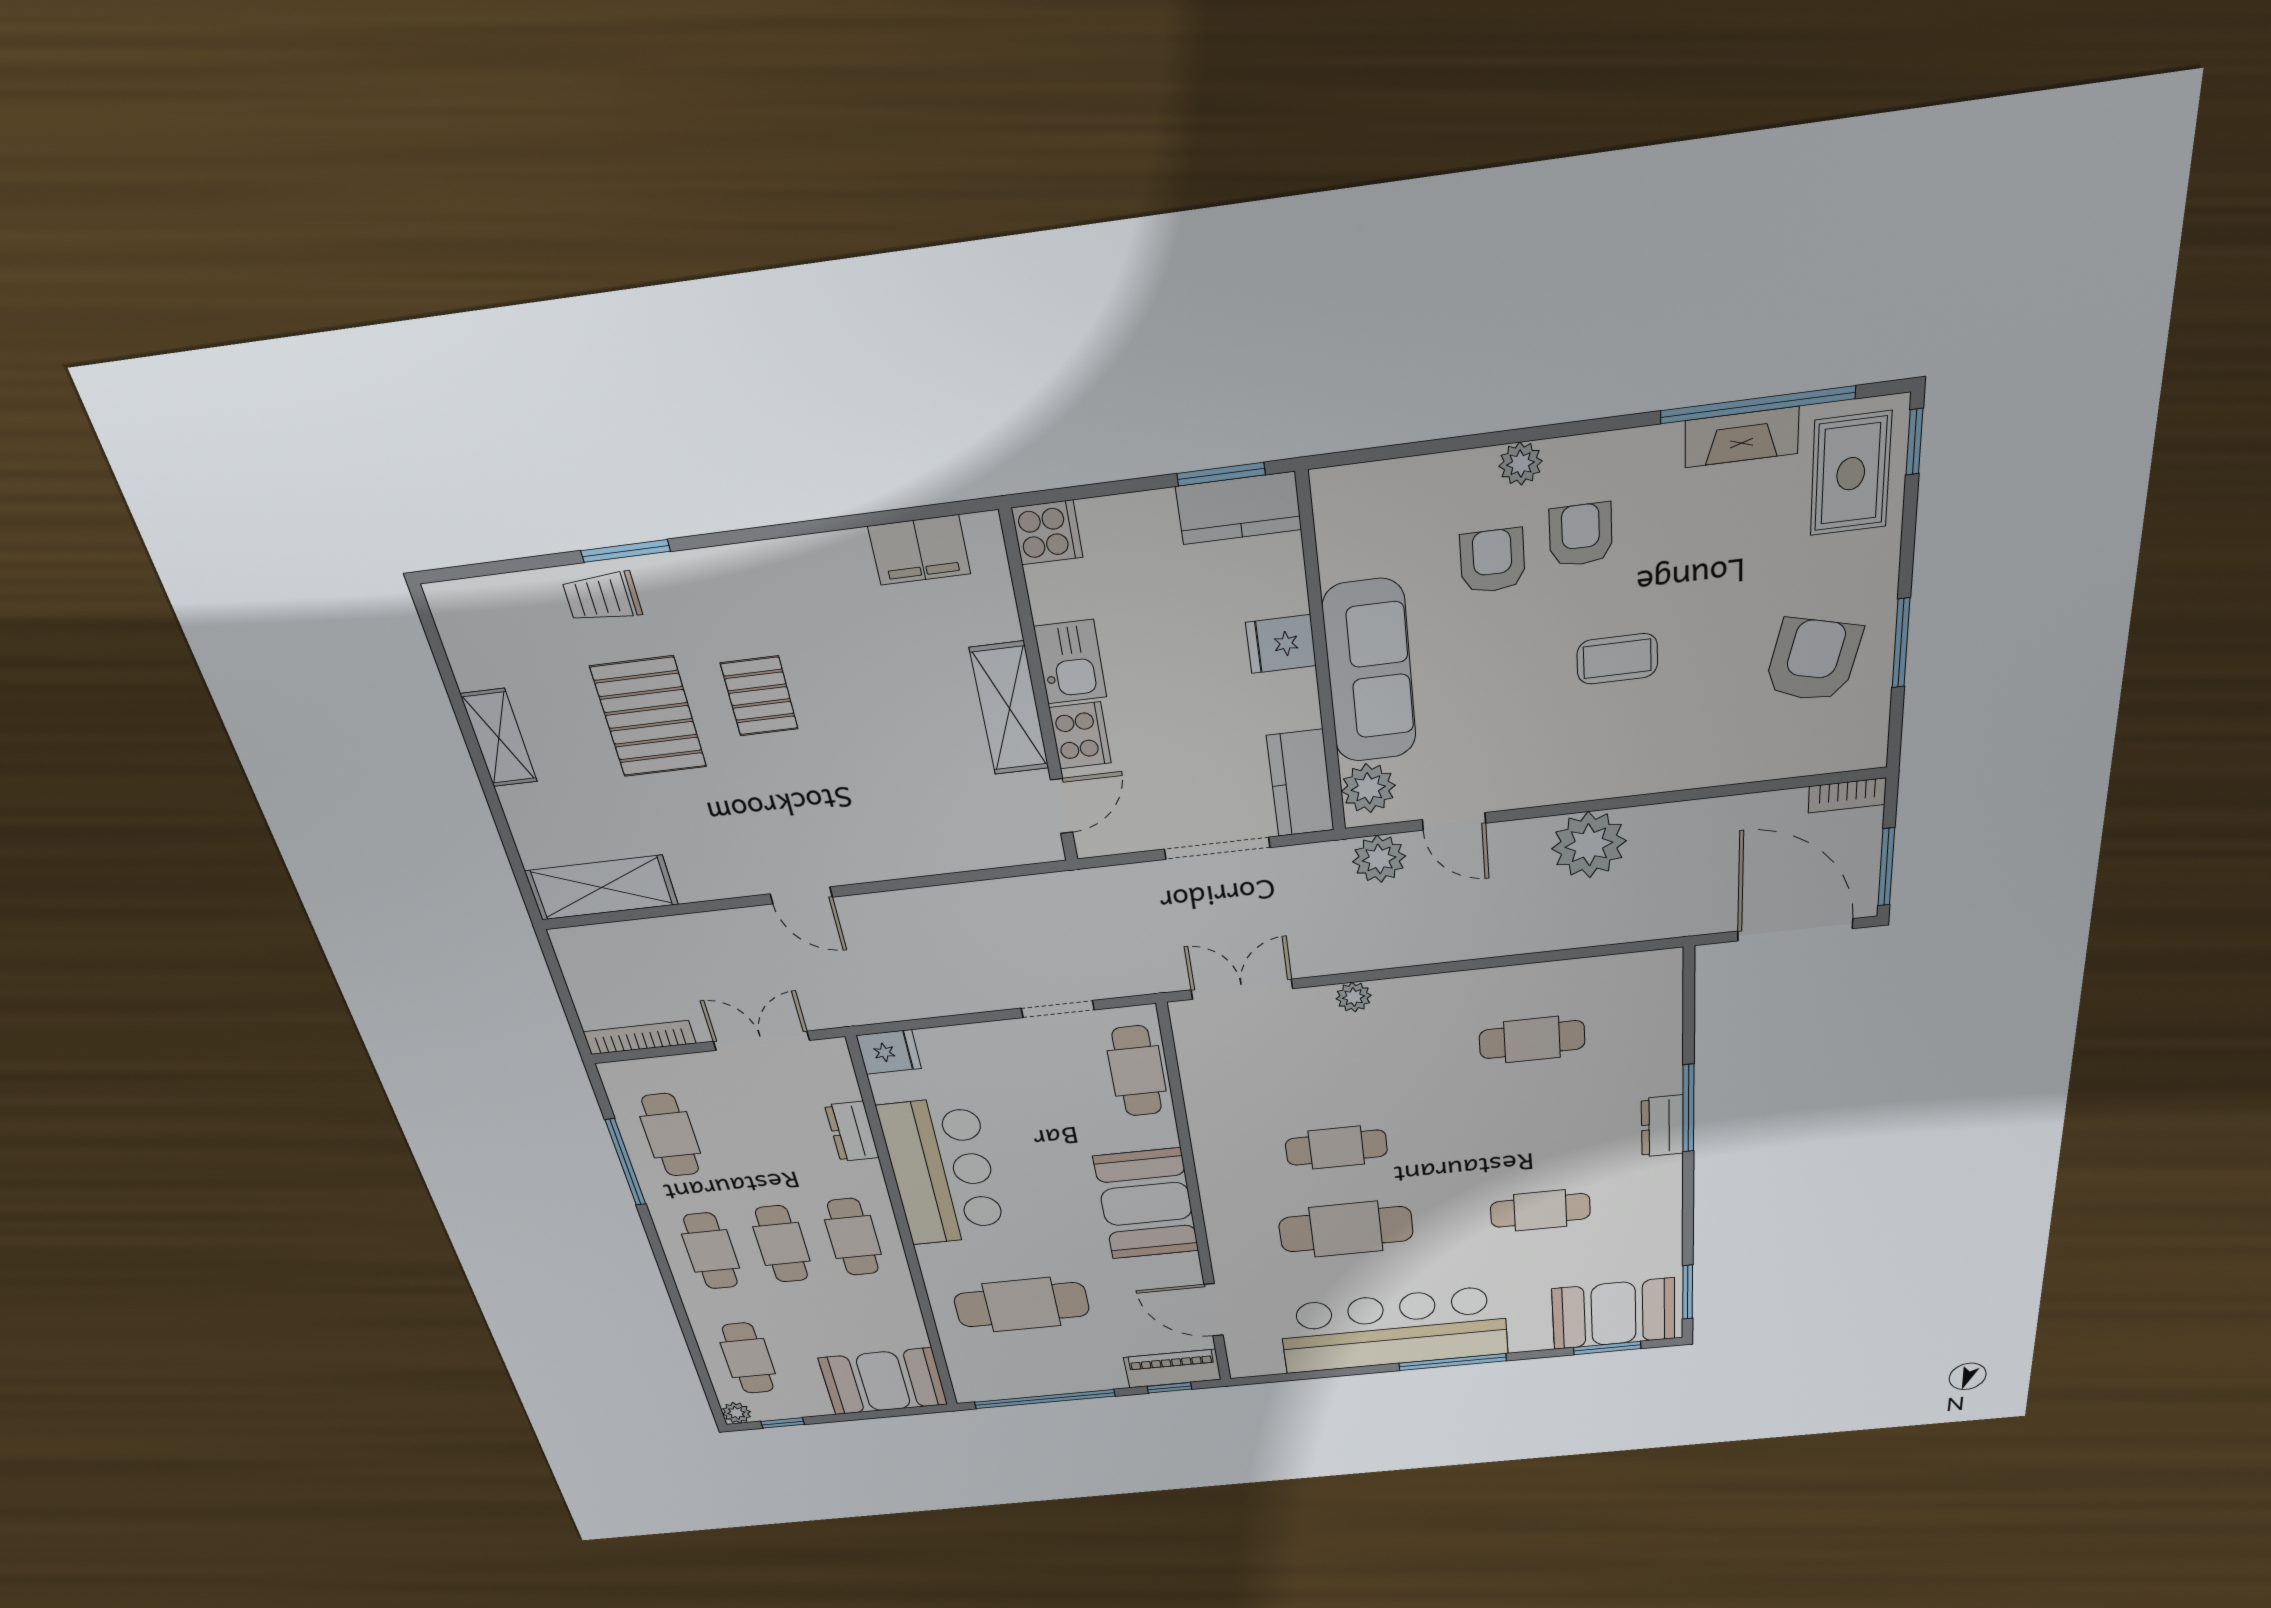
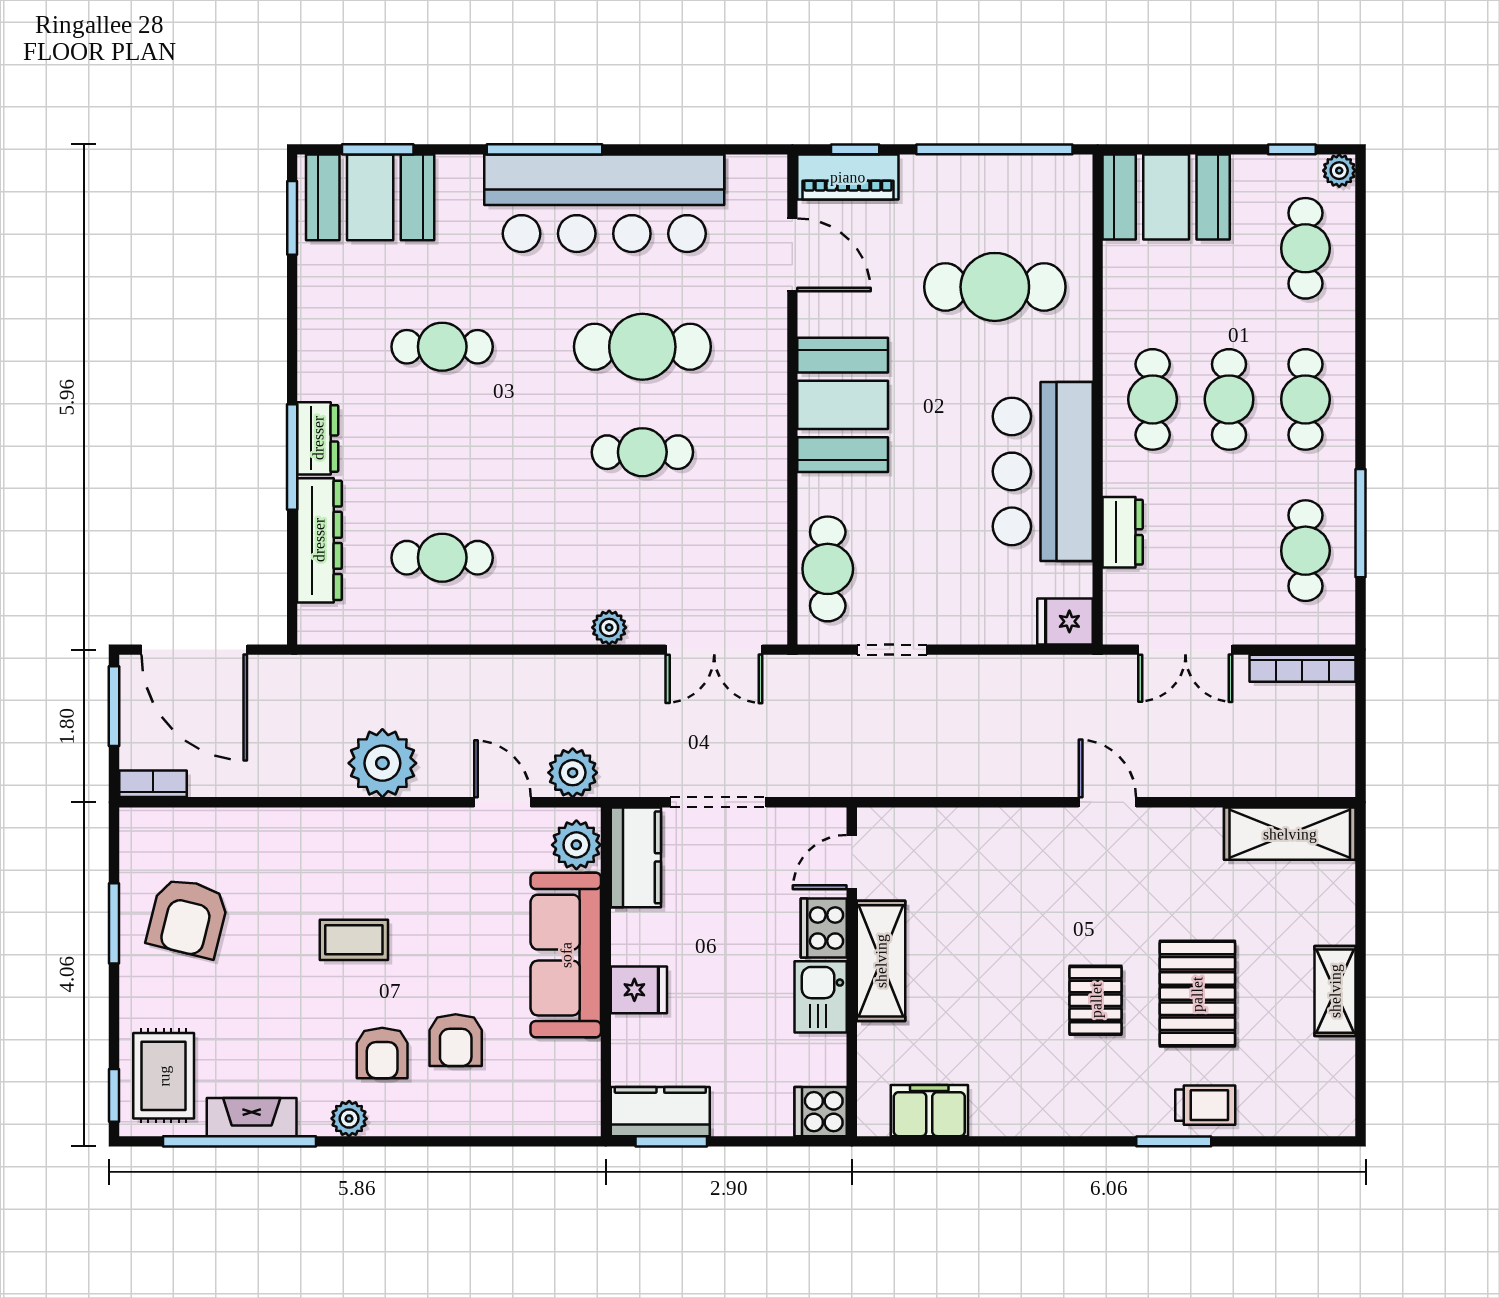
plant: (1521, 464) -> (349, 1119), moved
dresser: (1660, 1041) -> (319, 540), added

